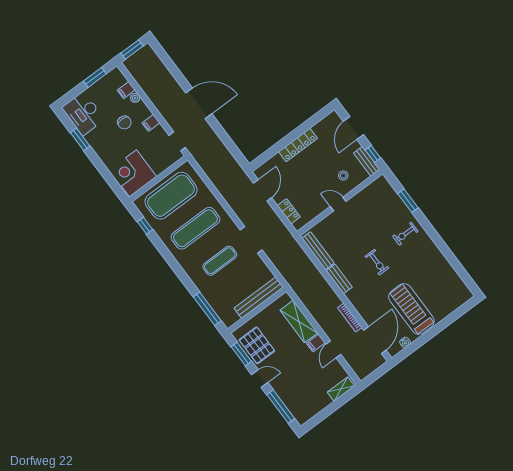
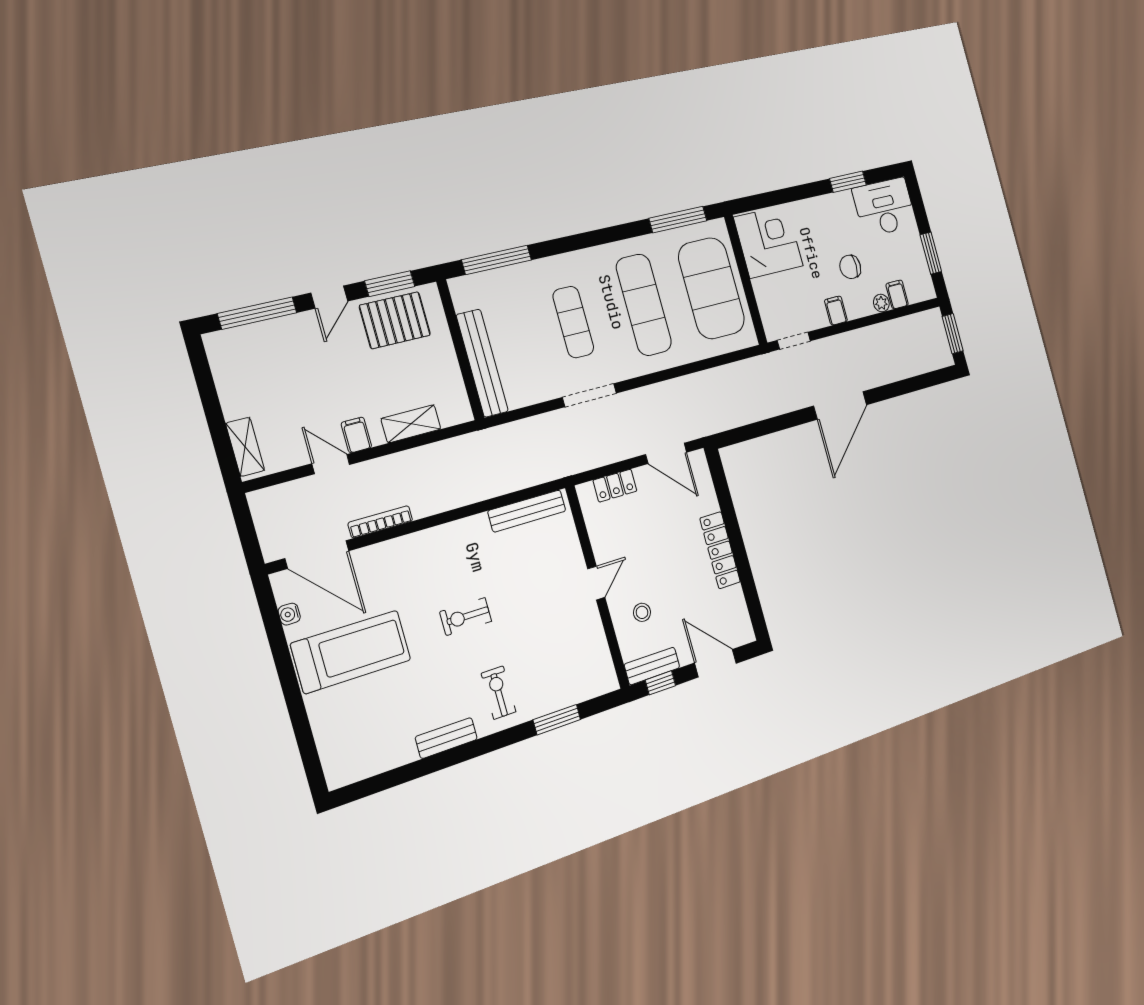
window: (145, 226) -> (678, 220), width x2.17
bench: (339, 279) -> (446, 738), moved
shelving: (299, 321) -> (411, 424), width x0.67, depth x0.75

